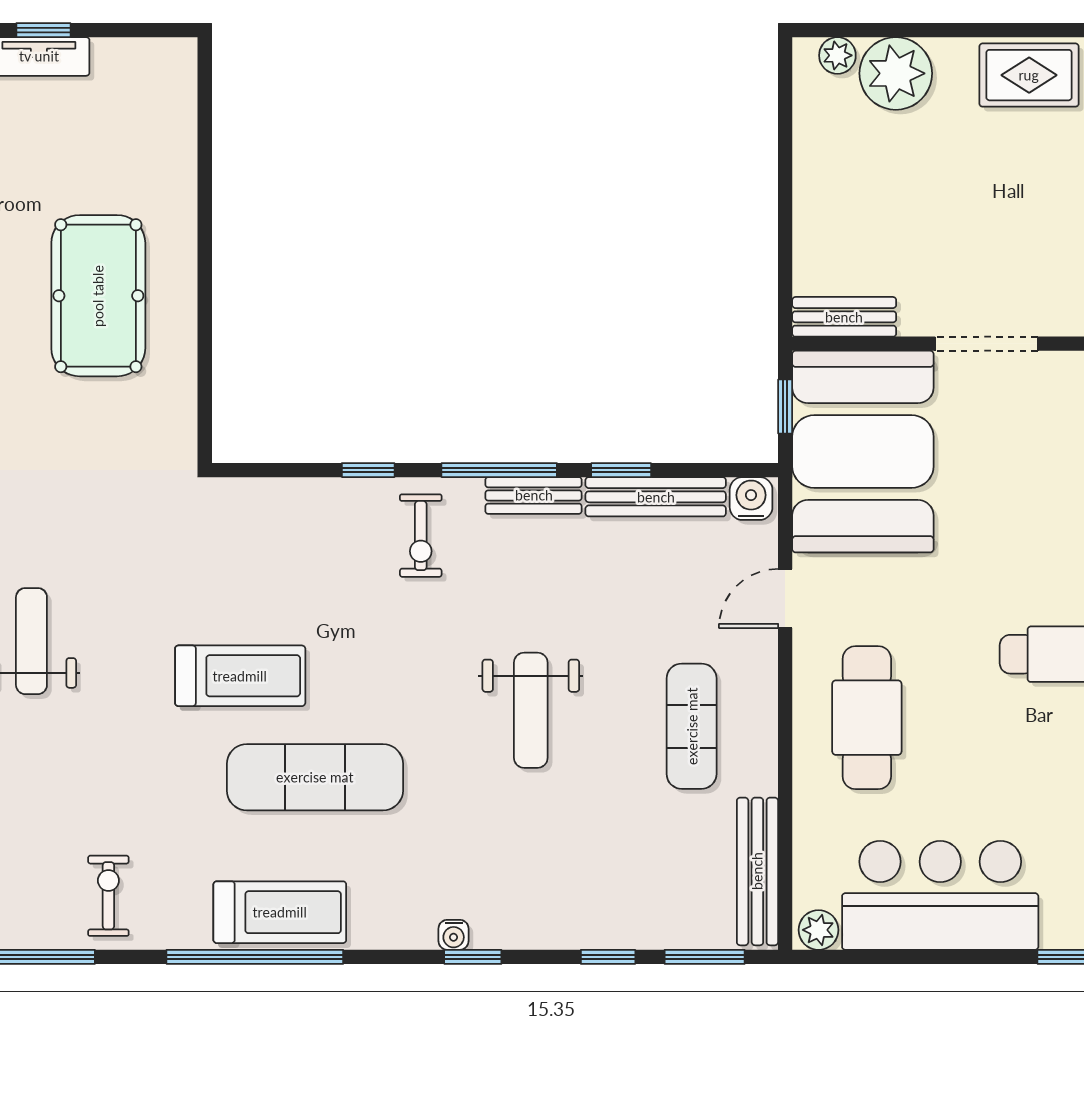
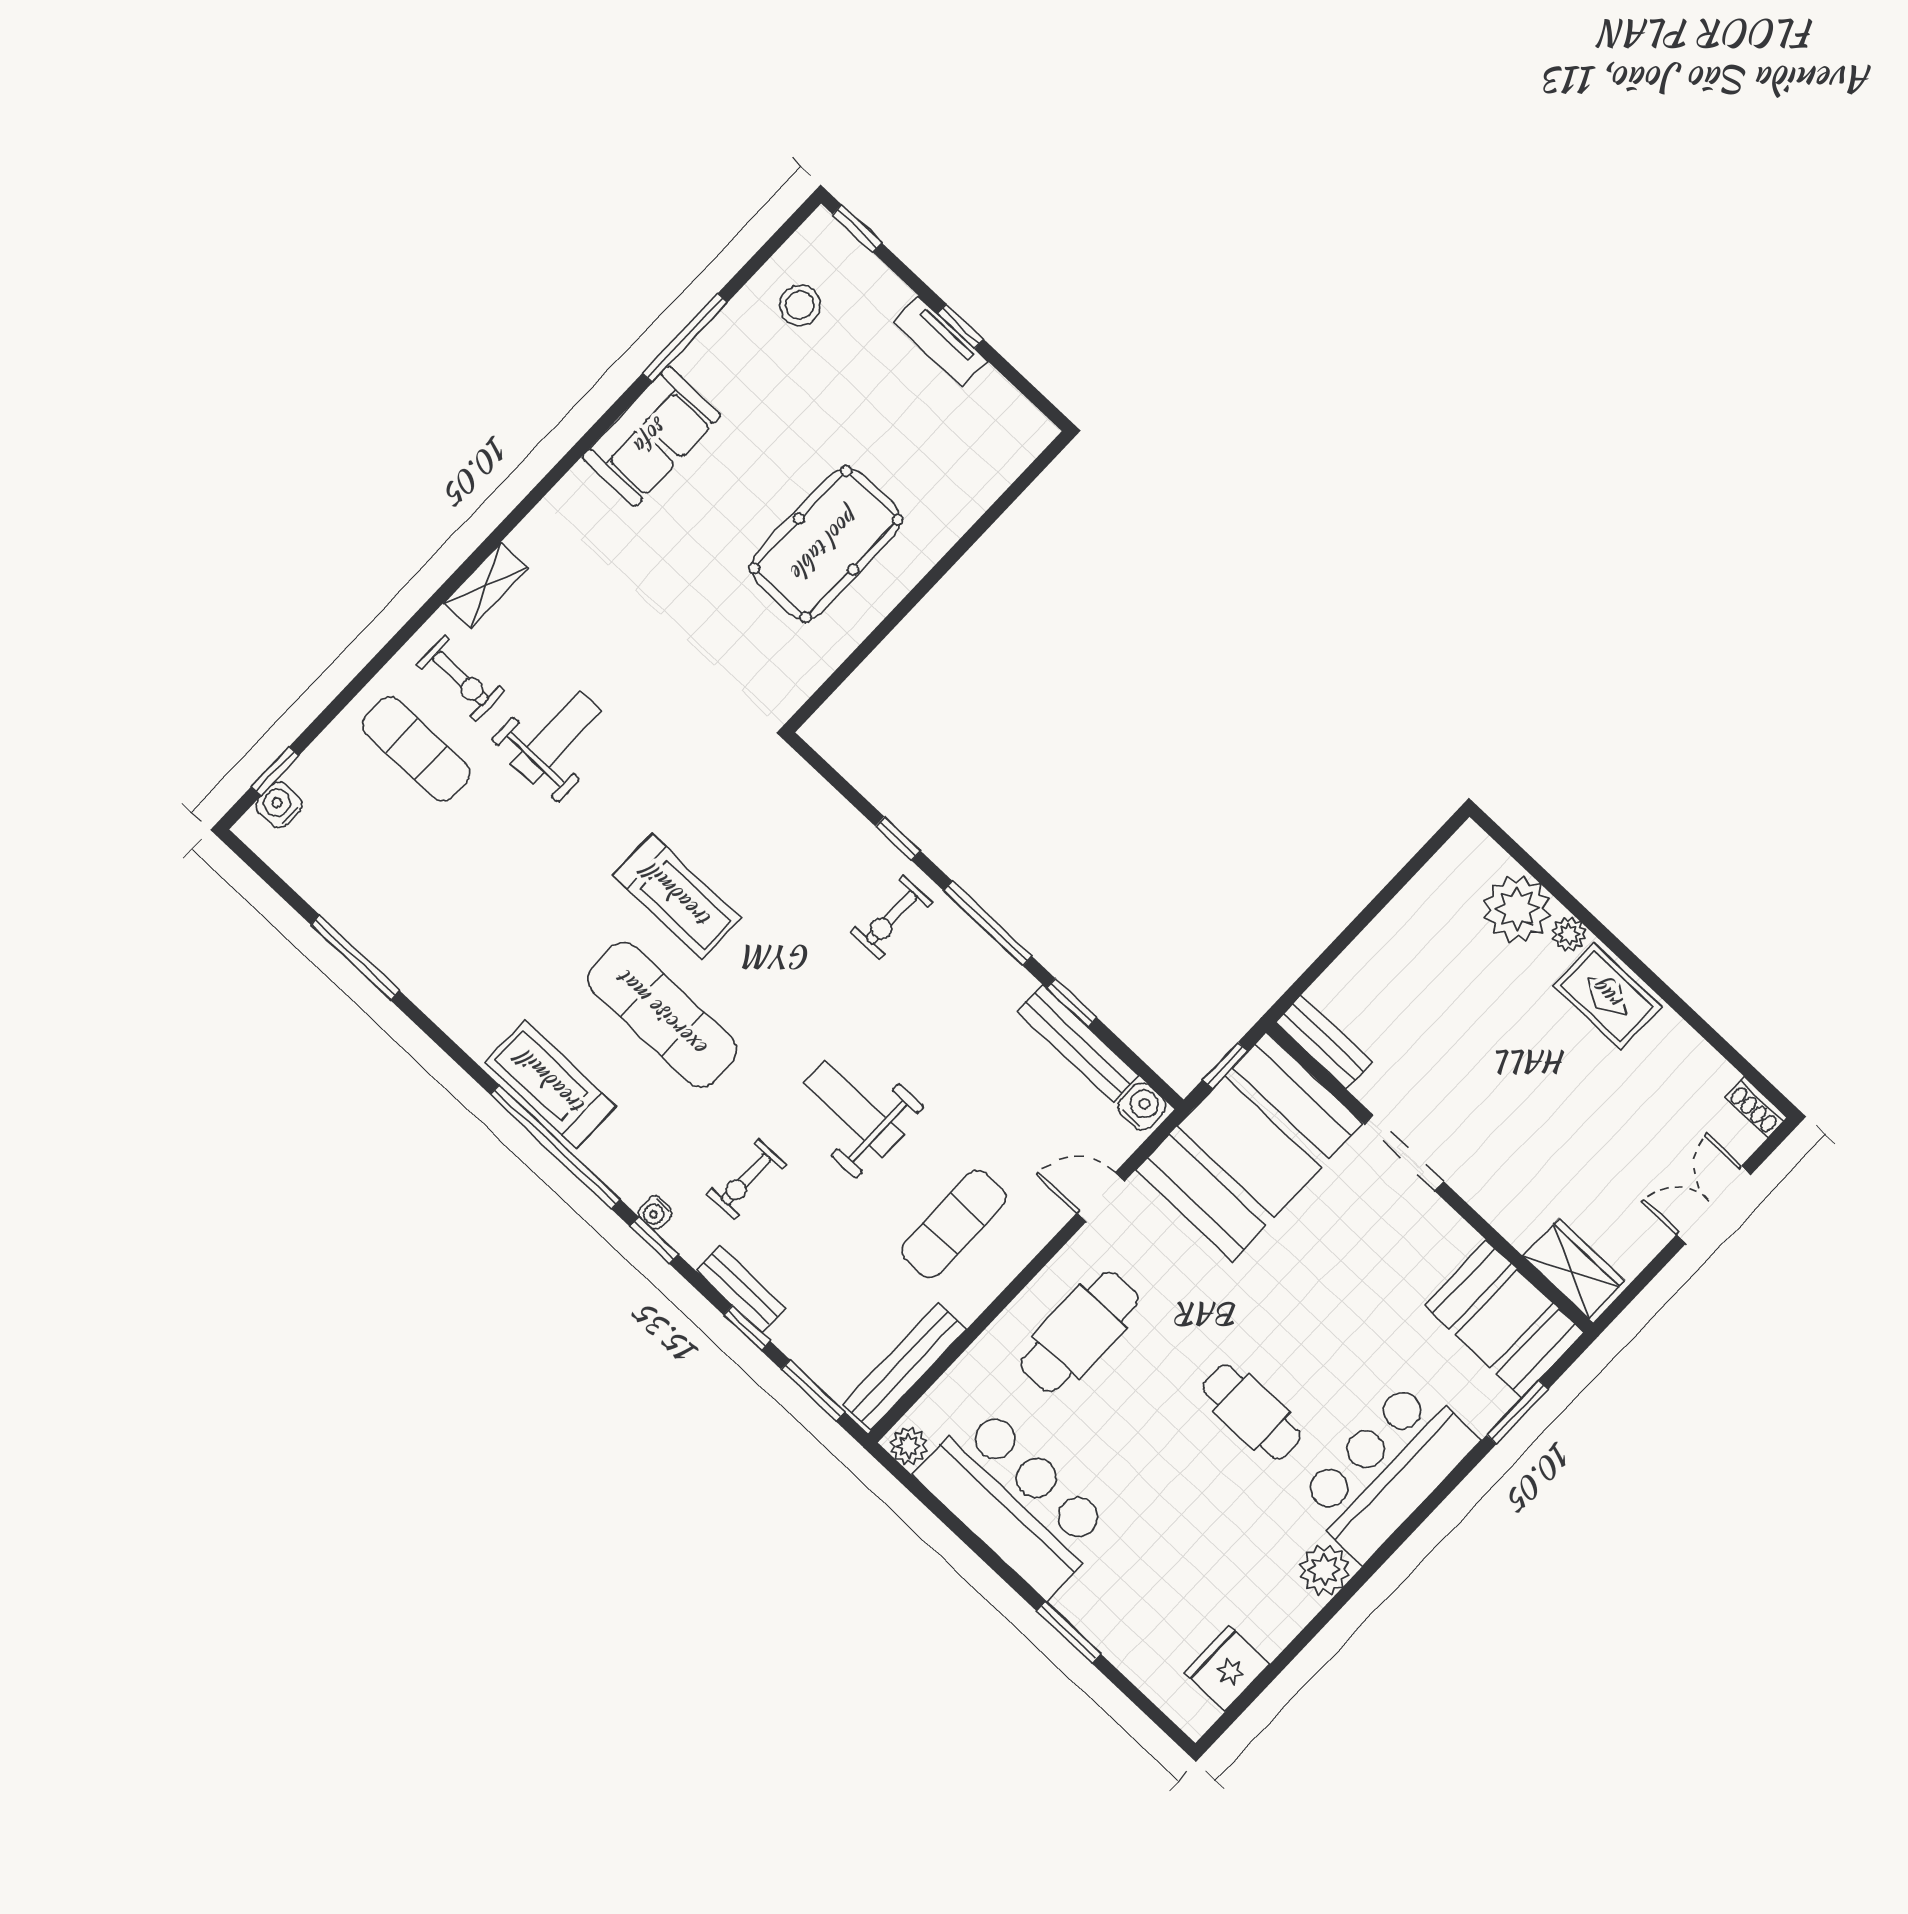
plant: (837, 55) -> (1569, 934), moved
bench: (534, 495) -> (741, 1289), moved
weight bench: (531, 710) -> (854, 1109), turned 90
exercise bike: (108, 896) -> (746, 1179), moved, turned 180
treadmill: (280, 912) -> (551, 1084), turned 180
window: (255, 957) -> (555, 1147), moved

